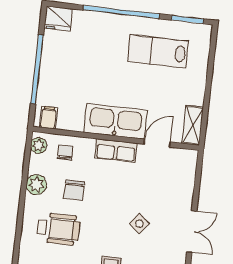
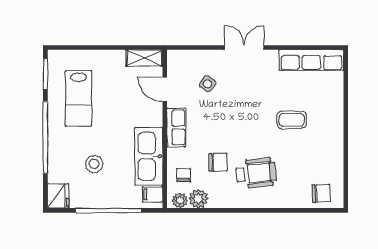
stool: (87, 60) -> (94, 164), added
kitchen sink: (115, 121) -> (149, 156), moved
chair: (65, 152) -> (184, 175), turned 90
plant: (36, 185) -> (198, 199), moved
side table: (139, 224) -> (208, 84), moved
wheelchair: (58, 229) -> (256, 173), turned 84

